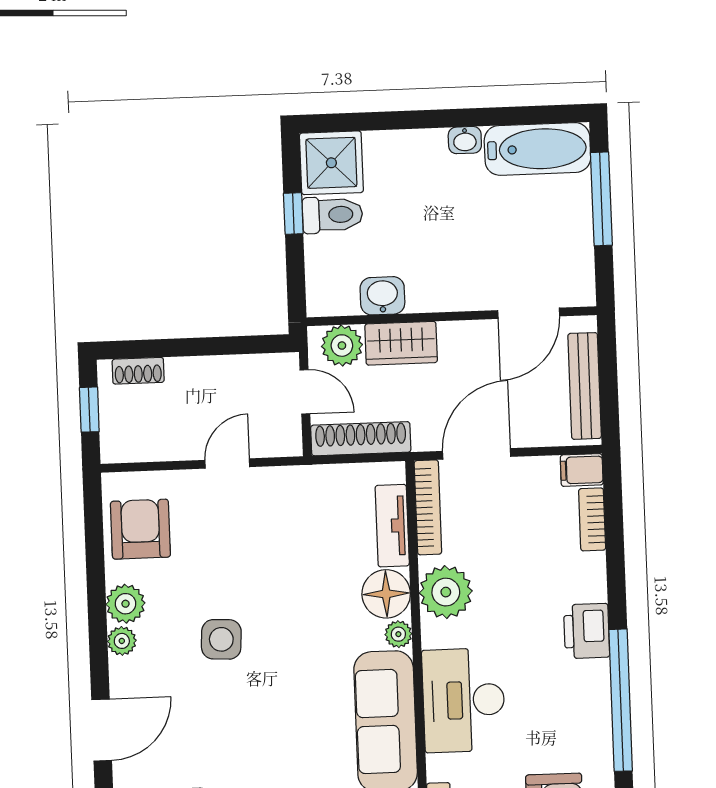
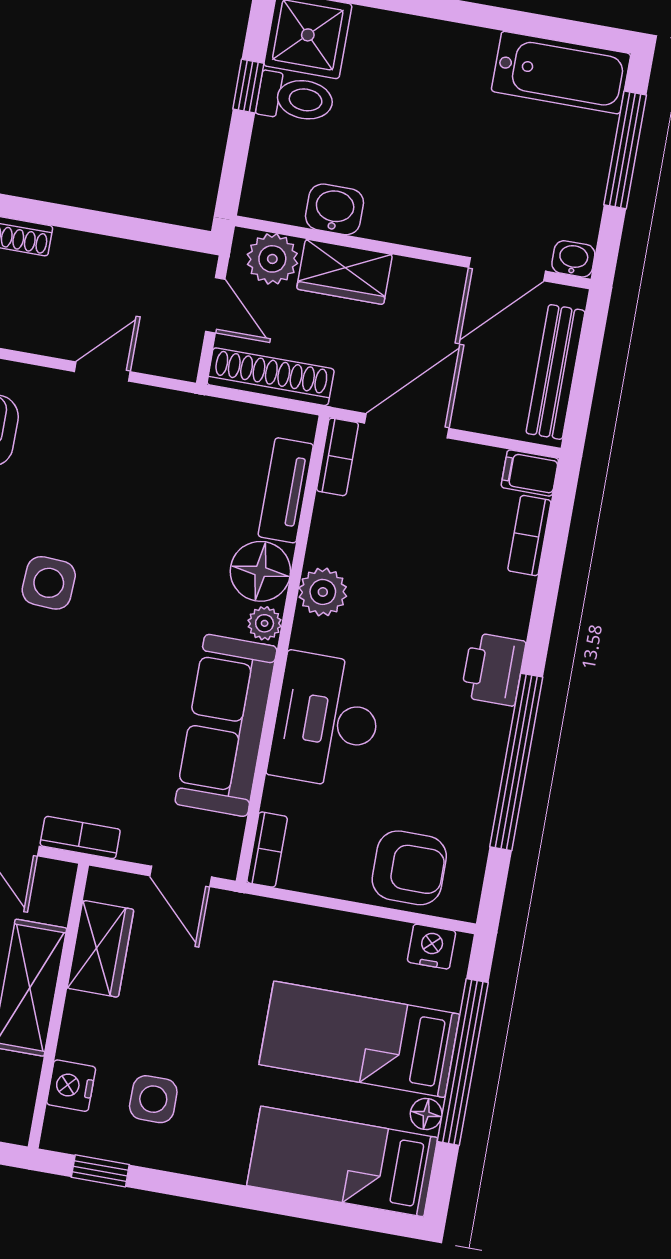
washbasin: (465, 140) -> (573, 259), moved, turned 180
bookcase: (428, 507) -> (337, 457), width x0.64
plant: (446, 592) -> (323, 592), width x0.73, depth x0.73

